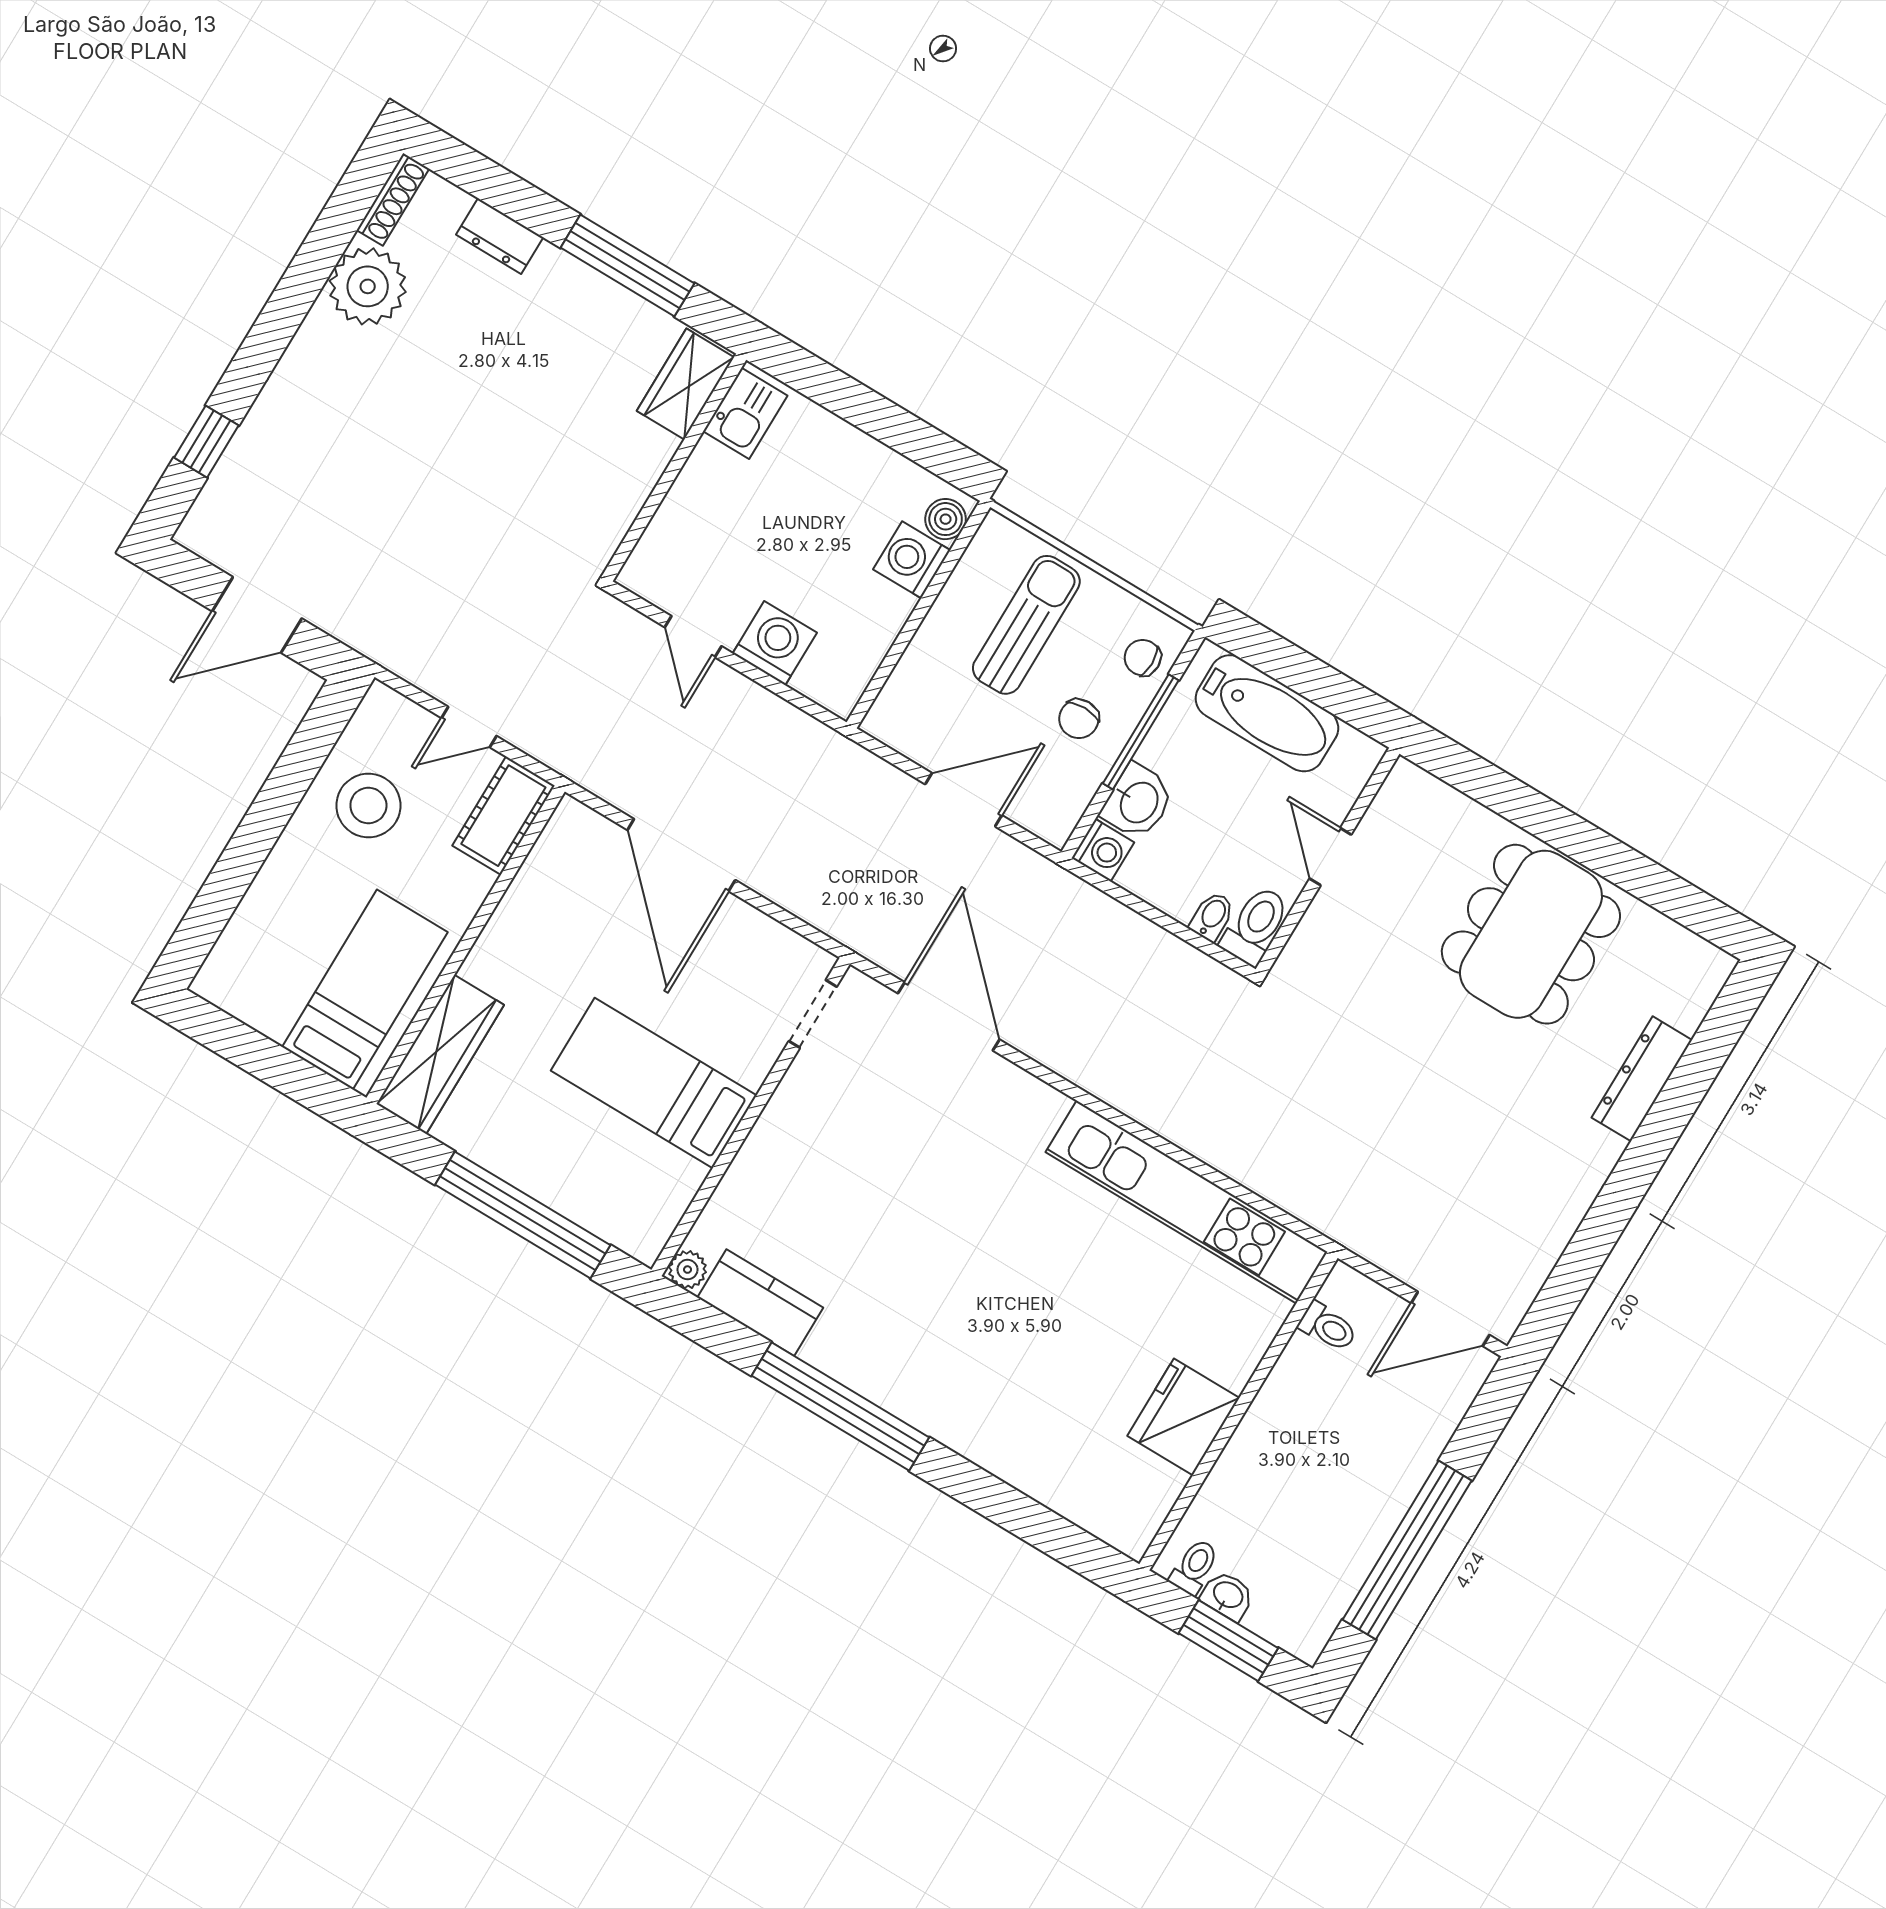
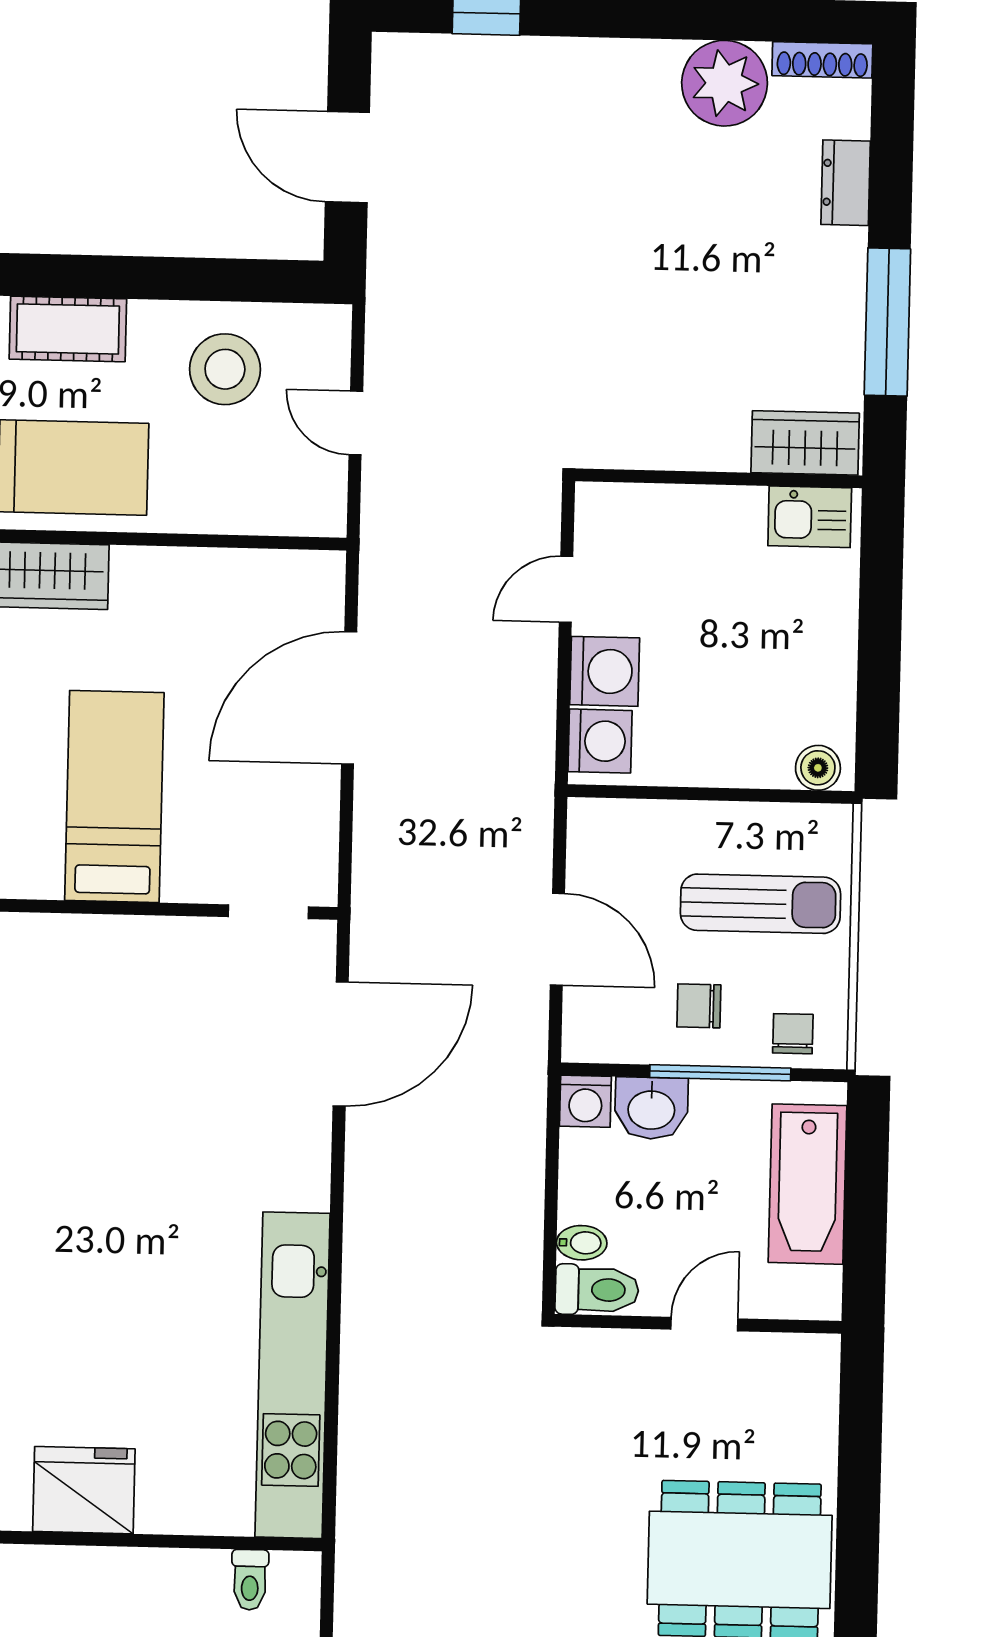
washing machine: (912, 560) -> (600, 741), moved, turned 90
cot: (503, 816) -> (68, 329), moved

